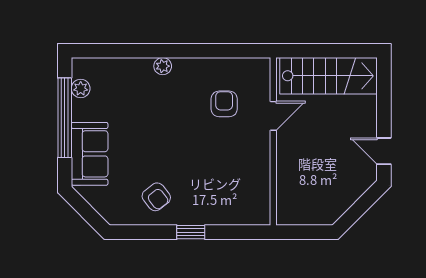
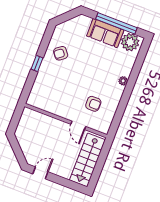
plant: (81, 88) -> (130, 42), width x1.87, depth x1.87
sofa: (90, 154) -> (105, 33), moved

